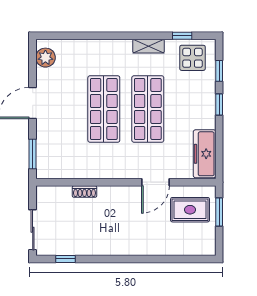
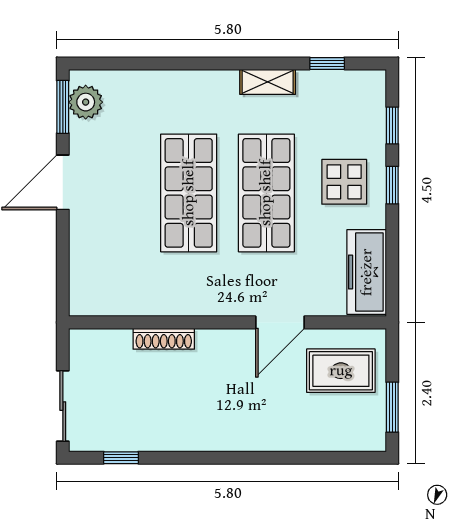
display table: (192, 58) -> (344, 182), moved
window: (33, 154) -> (63, 107), moved
shoe rack: (84, 192) -> (164, 339), width x1.43
window: (219, 212) -> (392, 407), moved

